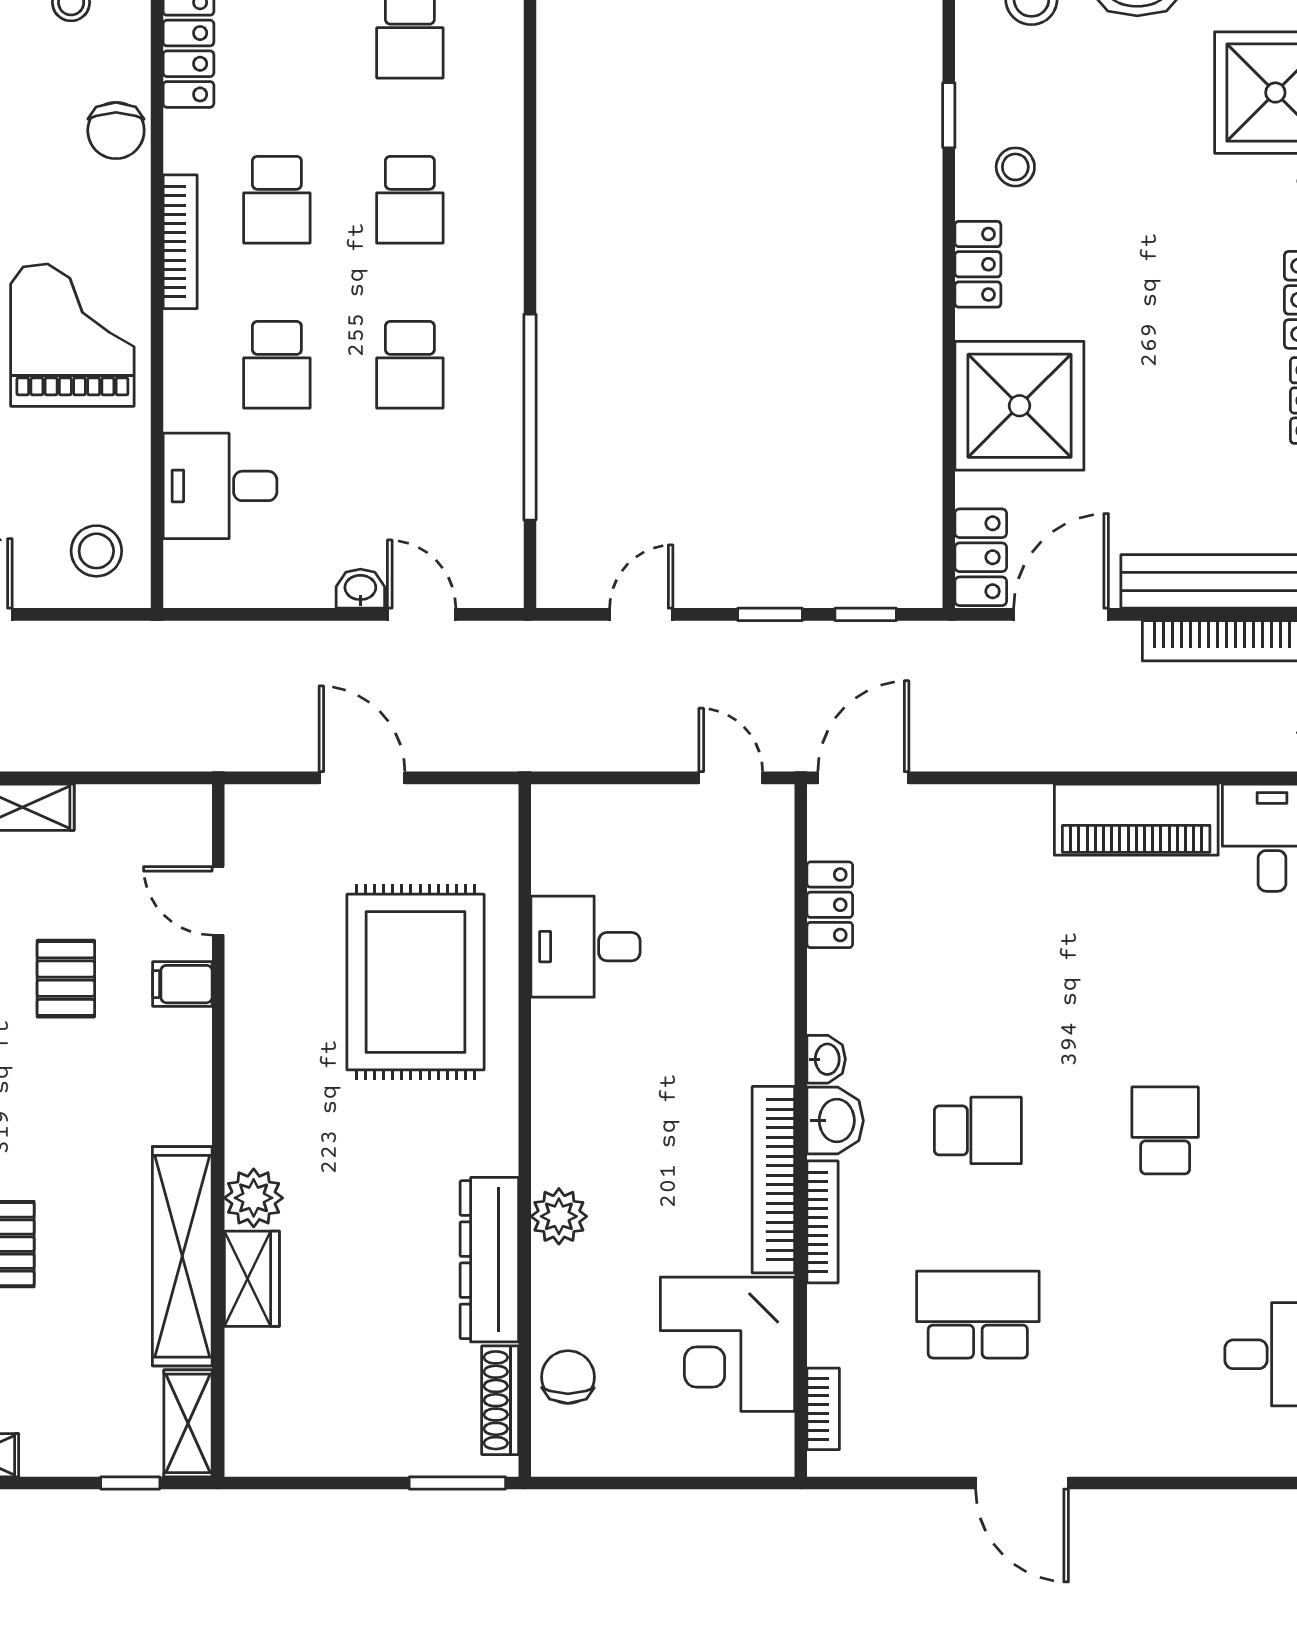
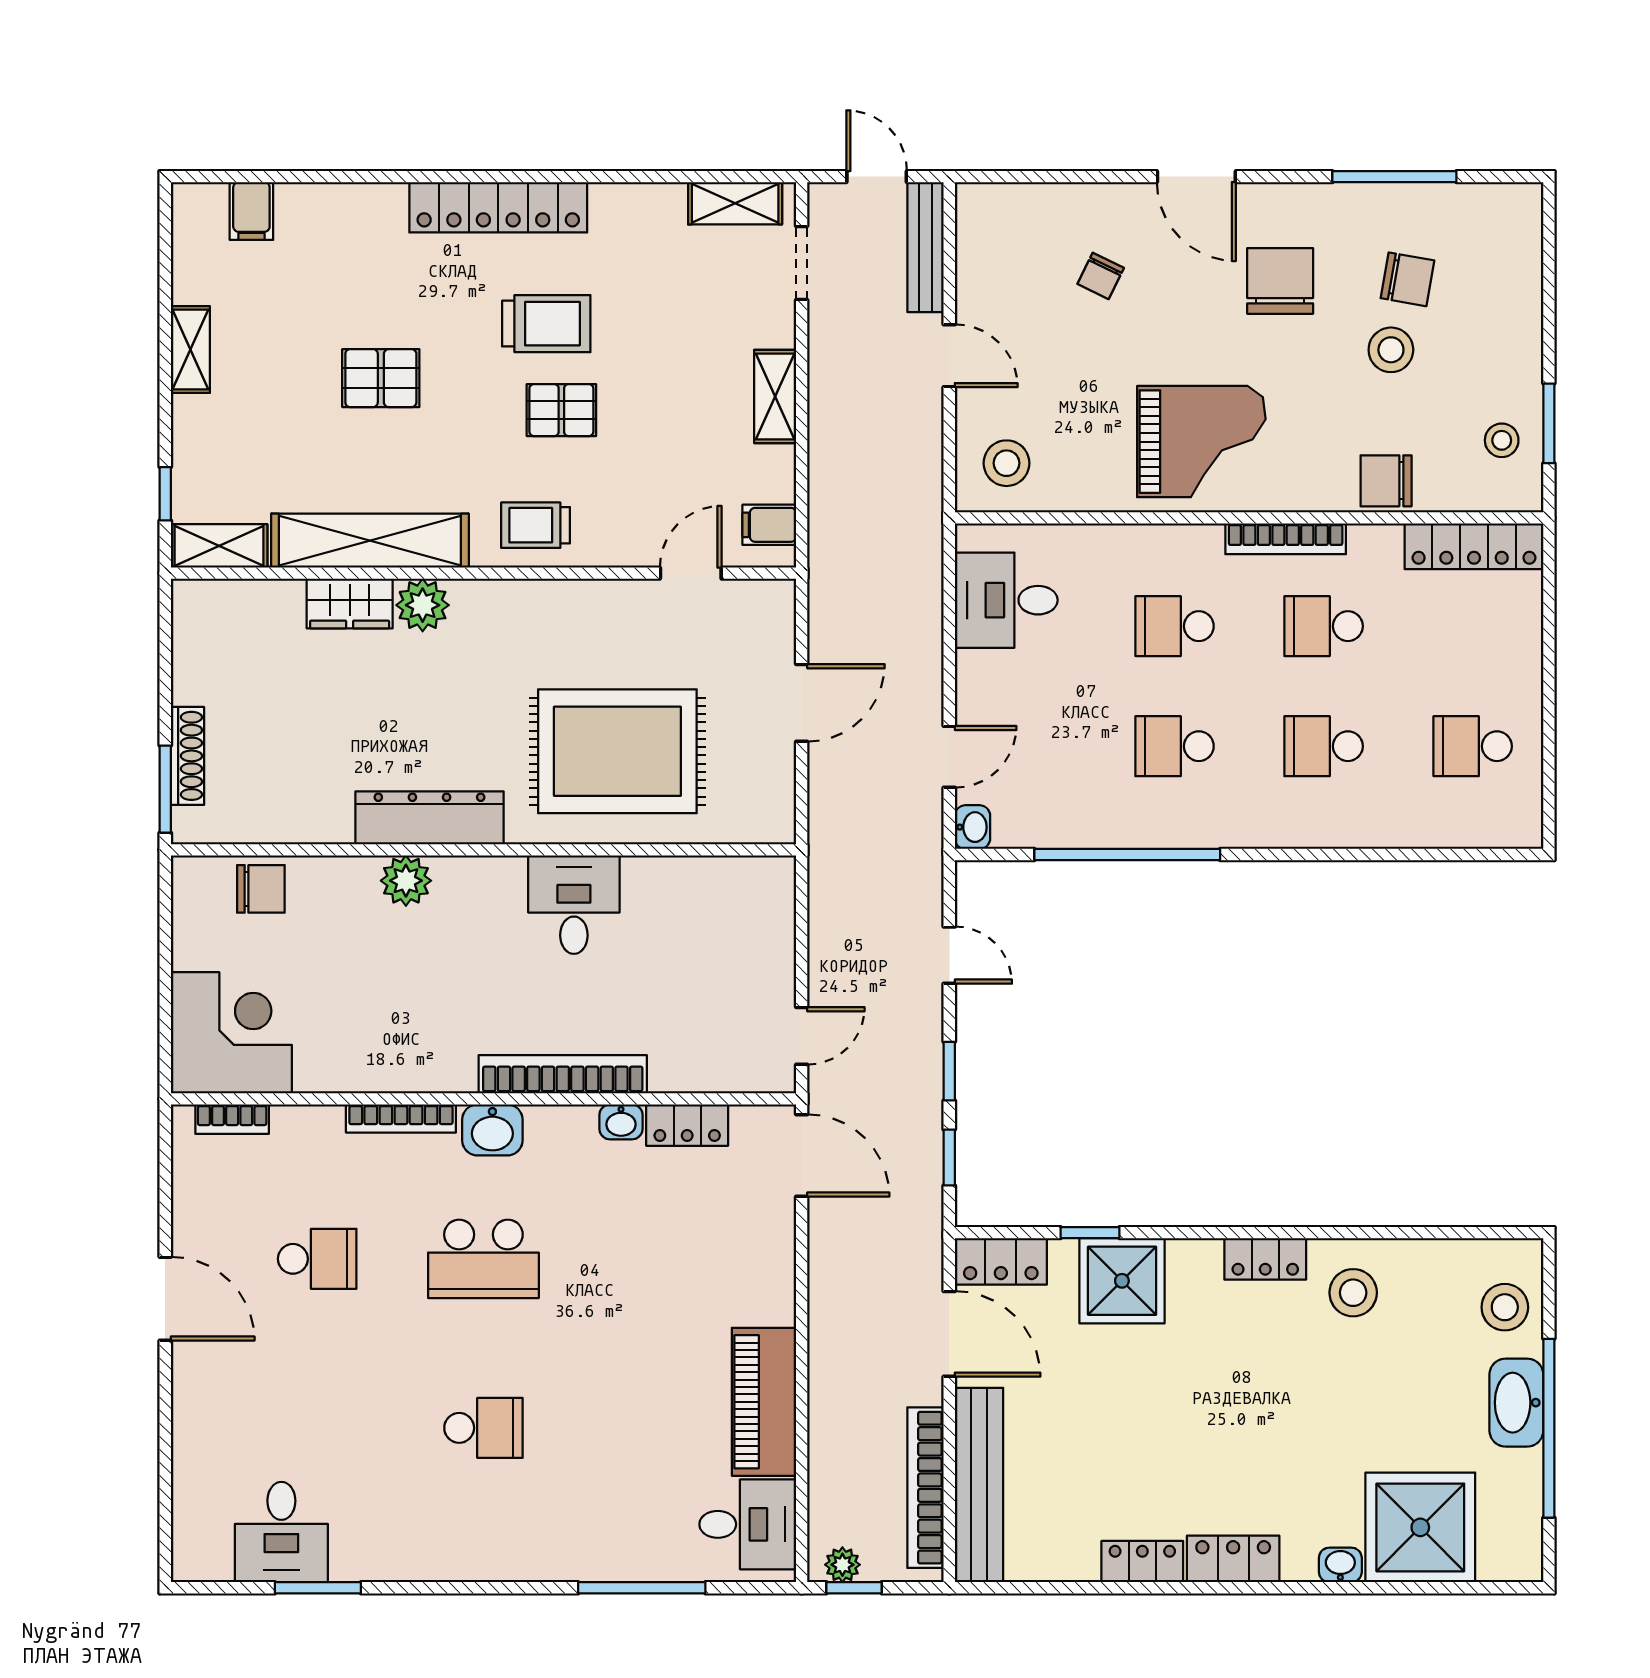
window: (949, 115) -> (1090, 1233), moved
stool: (1015, 167) -> (1353, 1293), width x1.37, depth x1.37
shower: (1019, 406) -> (1122, 1281), width x0.73, depth x0.73
desk: (220, 486) -> (1006, 600), moved, turned -90
washbasin: (360, 589) -> (972, 827), moved
desk: (585, 947) -> (574, 905), moved
pallet: (66, 979) -> (561, 410), moved
filing cabinet: (182, 984) -> (769, 525), moved, turned -90
washbasin: (826, 1059) -> (621, 1122), moved
trolley: (165, 1073) -> (536, 525), added
school desk: (978, 1130) -> (483, 1259), width x1.85
bookcase: (773, 1180) -> (563, 1074), moved
dresser: (489, 1260) -> (429, 818), moved
school desk: (978, 1315) -> (317, 1259), width x0.54
corner desk: (727, 1344) -> (231, 1033), moved, turned 90
shoe rack: (500, 1400) -> (187, 756), moved, turned 90
door: (1022, 1483) -> (165, 1299), swing flipped

